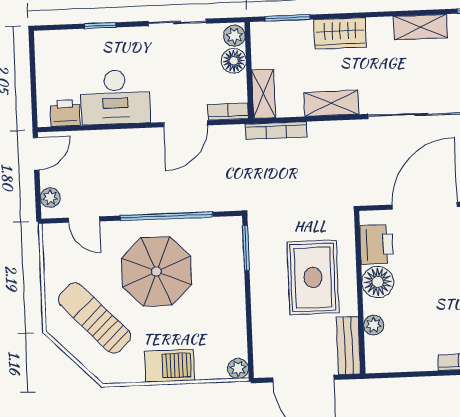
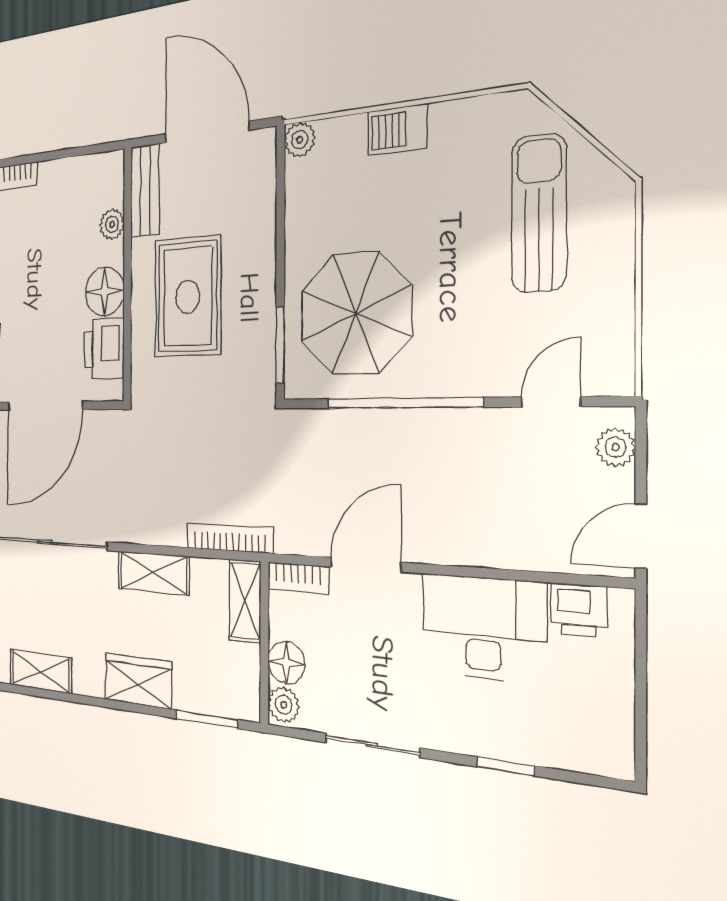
door: (84, 220) -> (551, 402), hinge flipped
parasol: (156, 271) -> (356, 313), moved
sun lounger: (94, 318) -> (539, 213), turned -136
barbecue: (169, 366) -> (398, 130), width x0.73, depth x0.79

